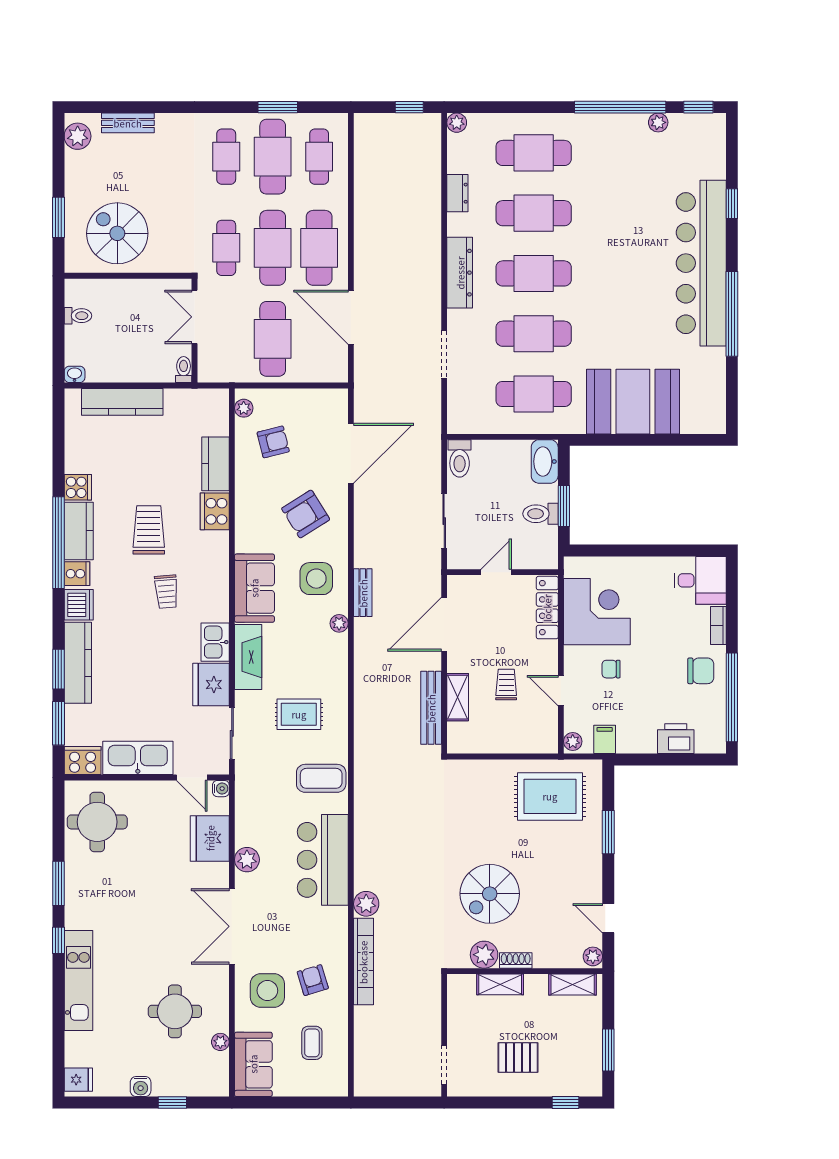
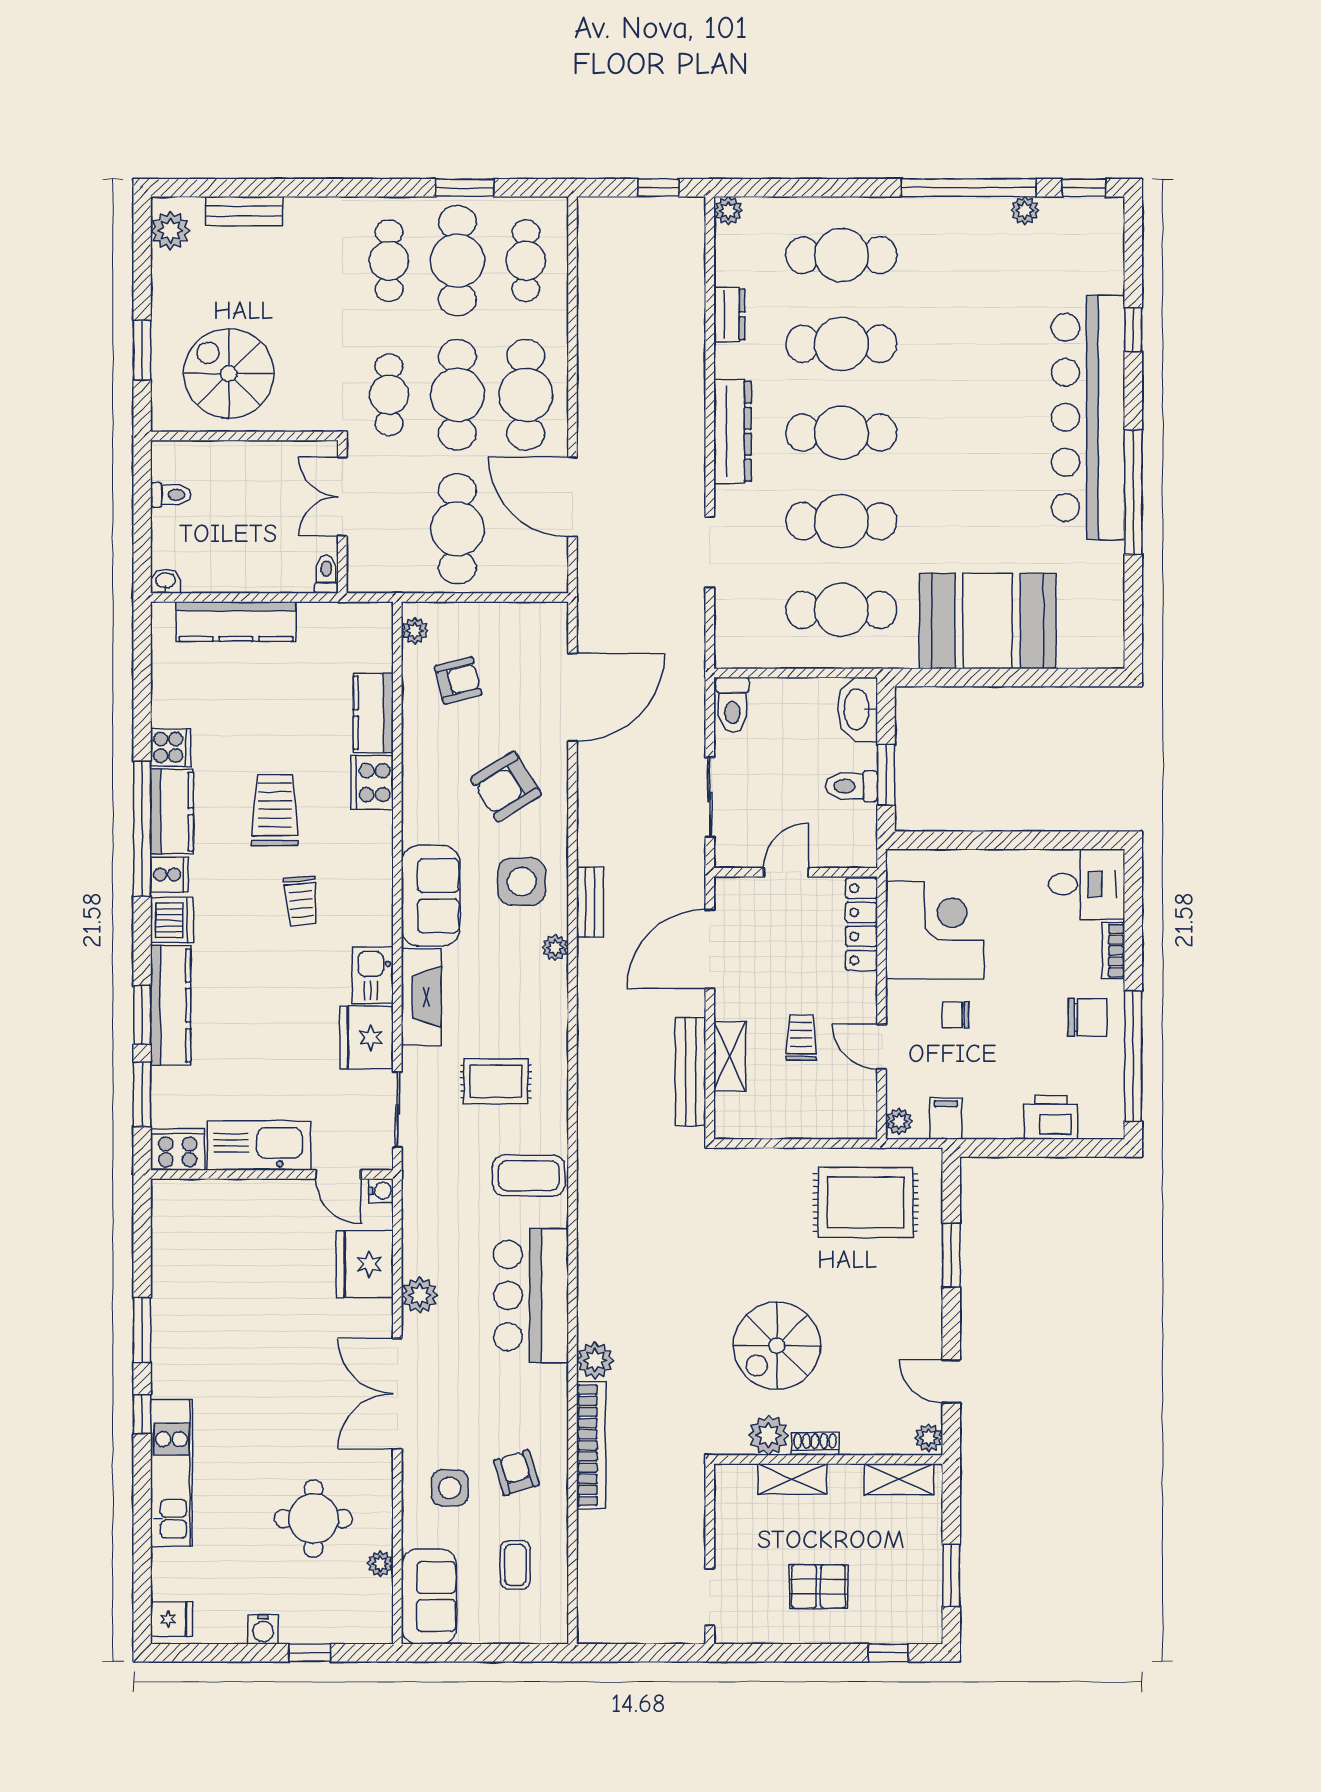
round table: (97, 822) -> (199, 1240), removed
side table: (267, 991) -> (450, 1488), width x0.73, depth x0.73

